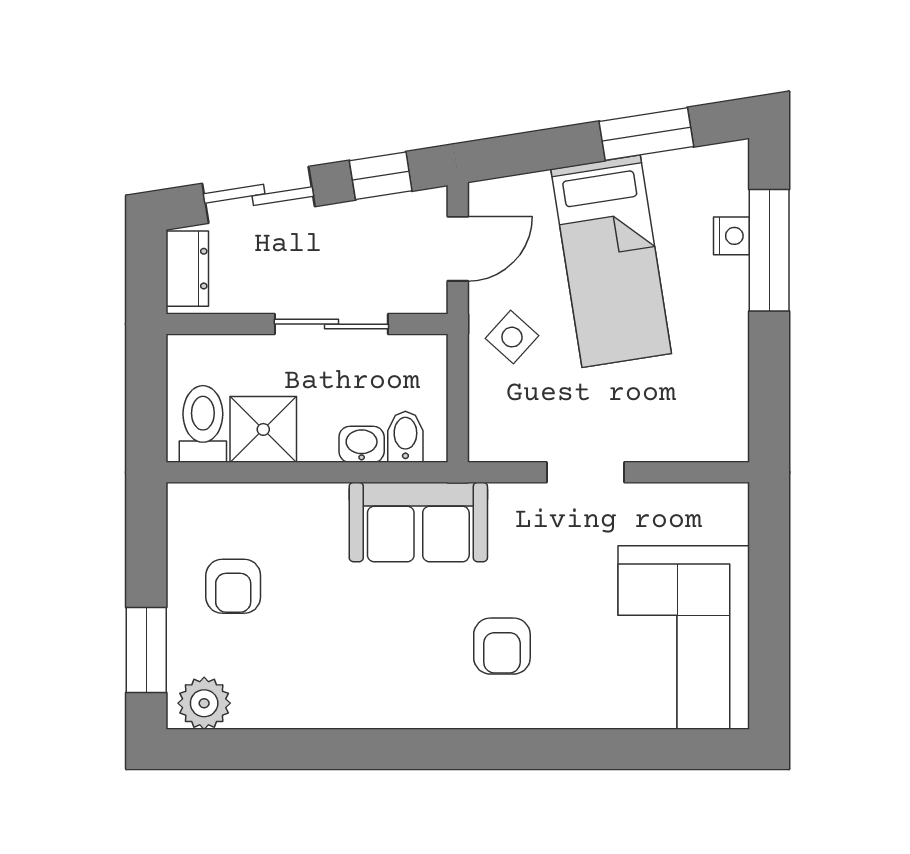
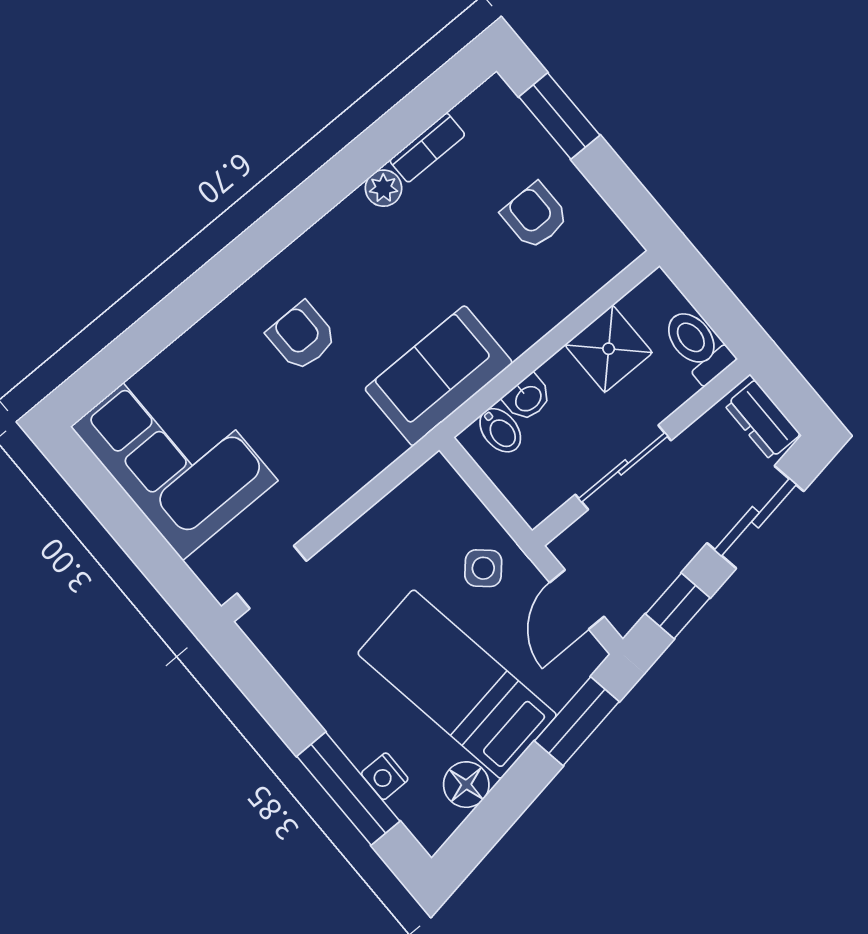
window: (646, 134) -> (577, 721), moved
floor lamp: (671, 174) -> (466, 785), added
toilet: (203, 424) -> (697, 345), moved, turned 180
doorway: (586, 472) -> (272, 577), moved
plant: (204, 703) -> (383, 188), moved, width x0.73, depth x0.73
bookcase: (274, 714) -> (427, 148), added

